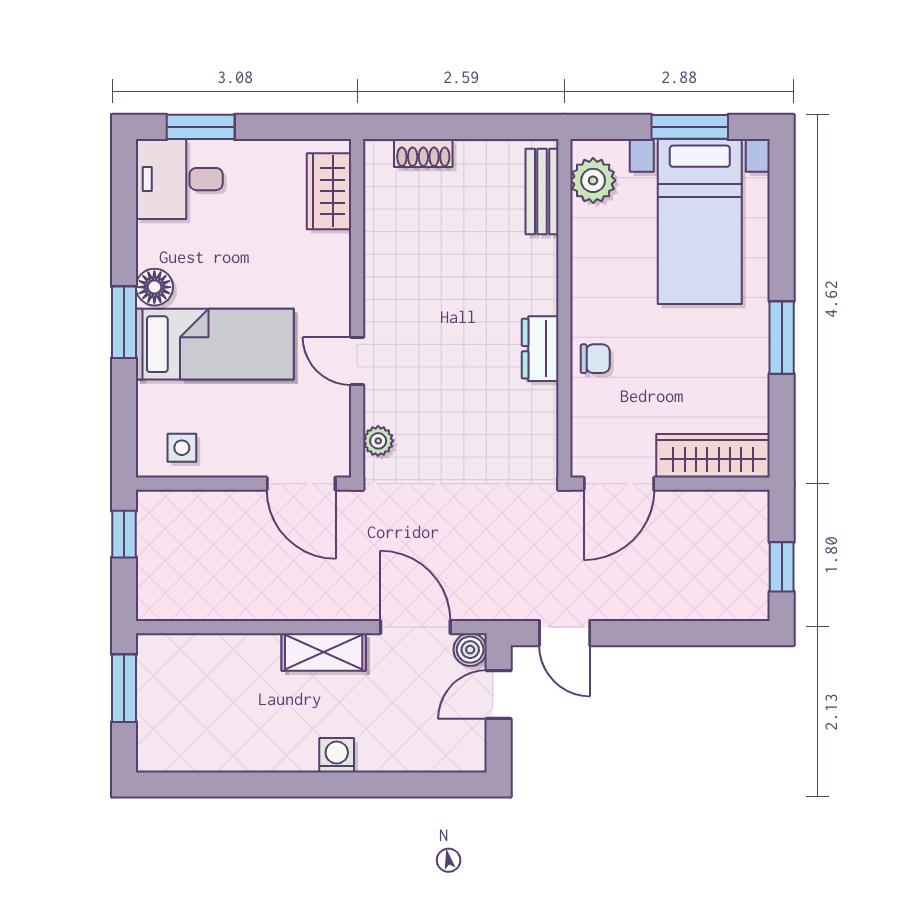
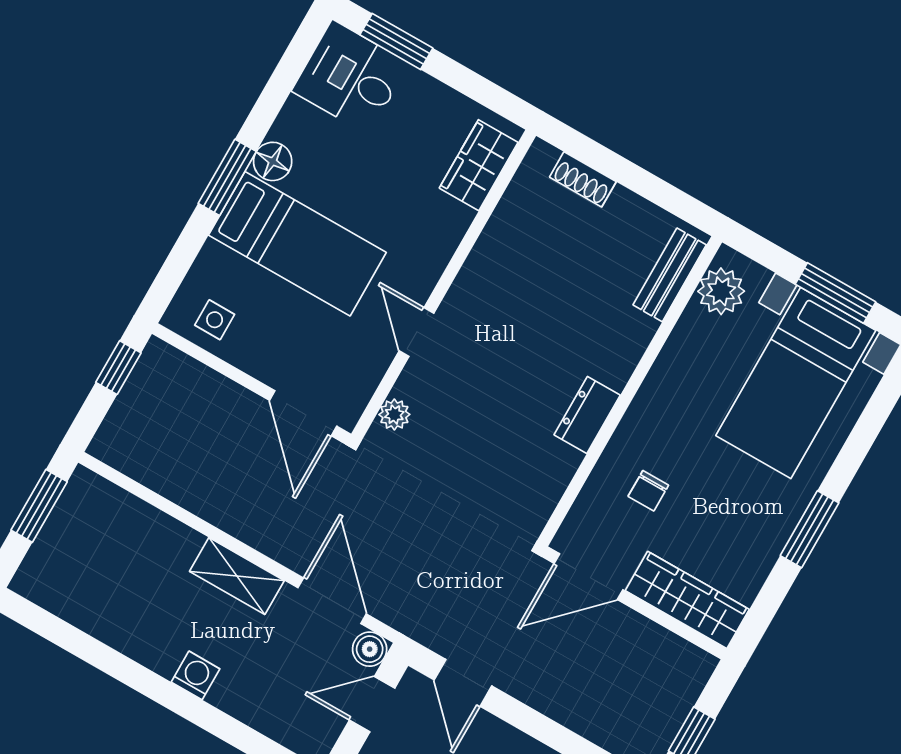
chair: (595, 359) -> (648, 491), moved, turned 90

